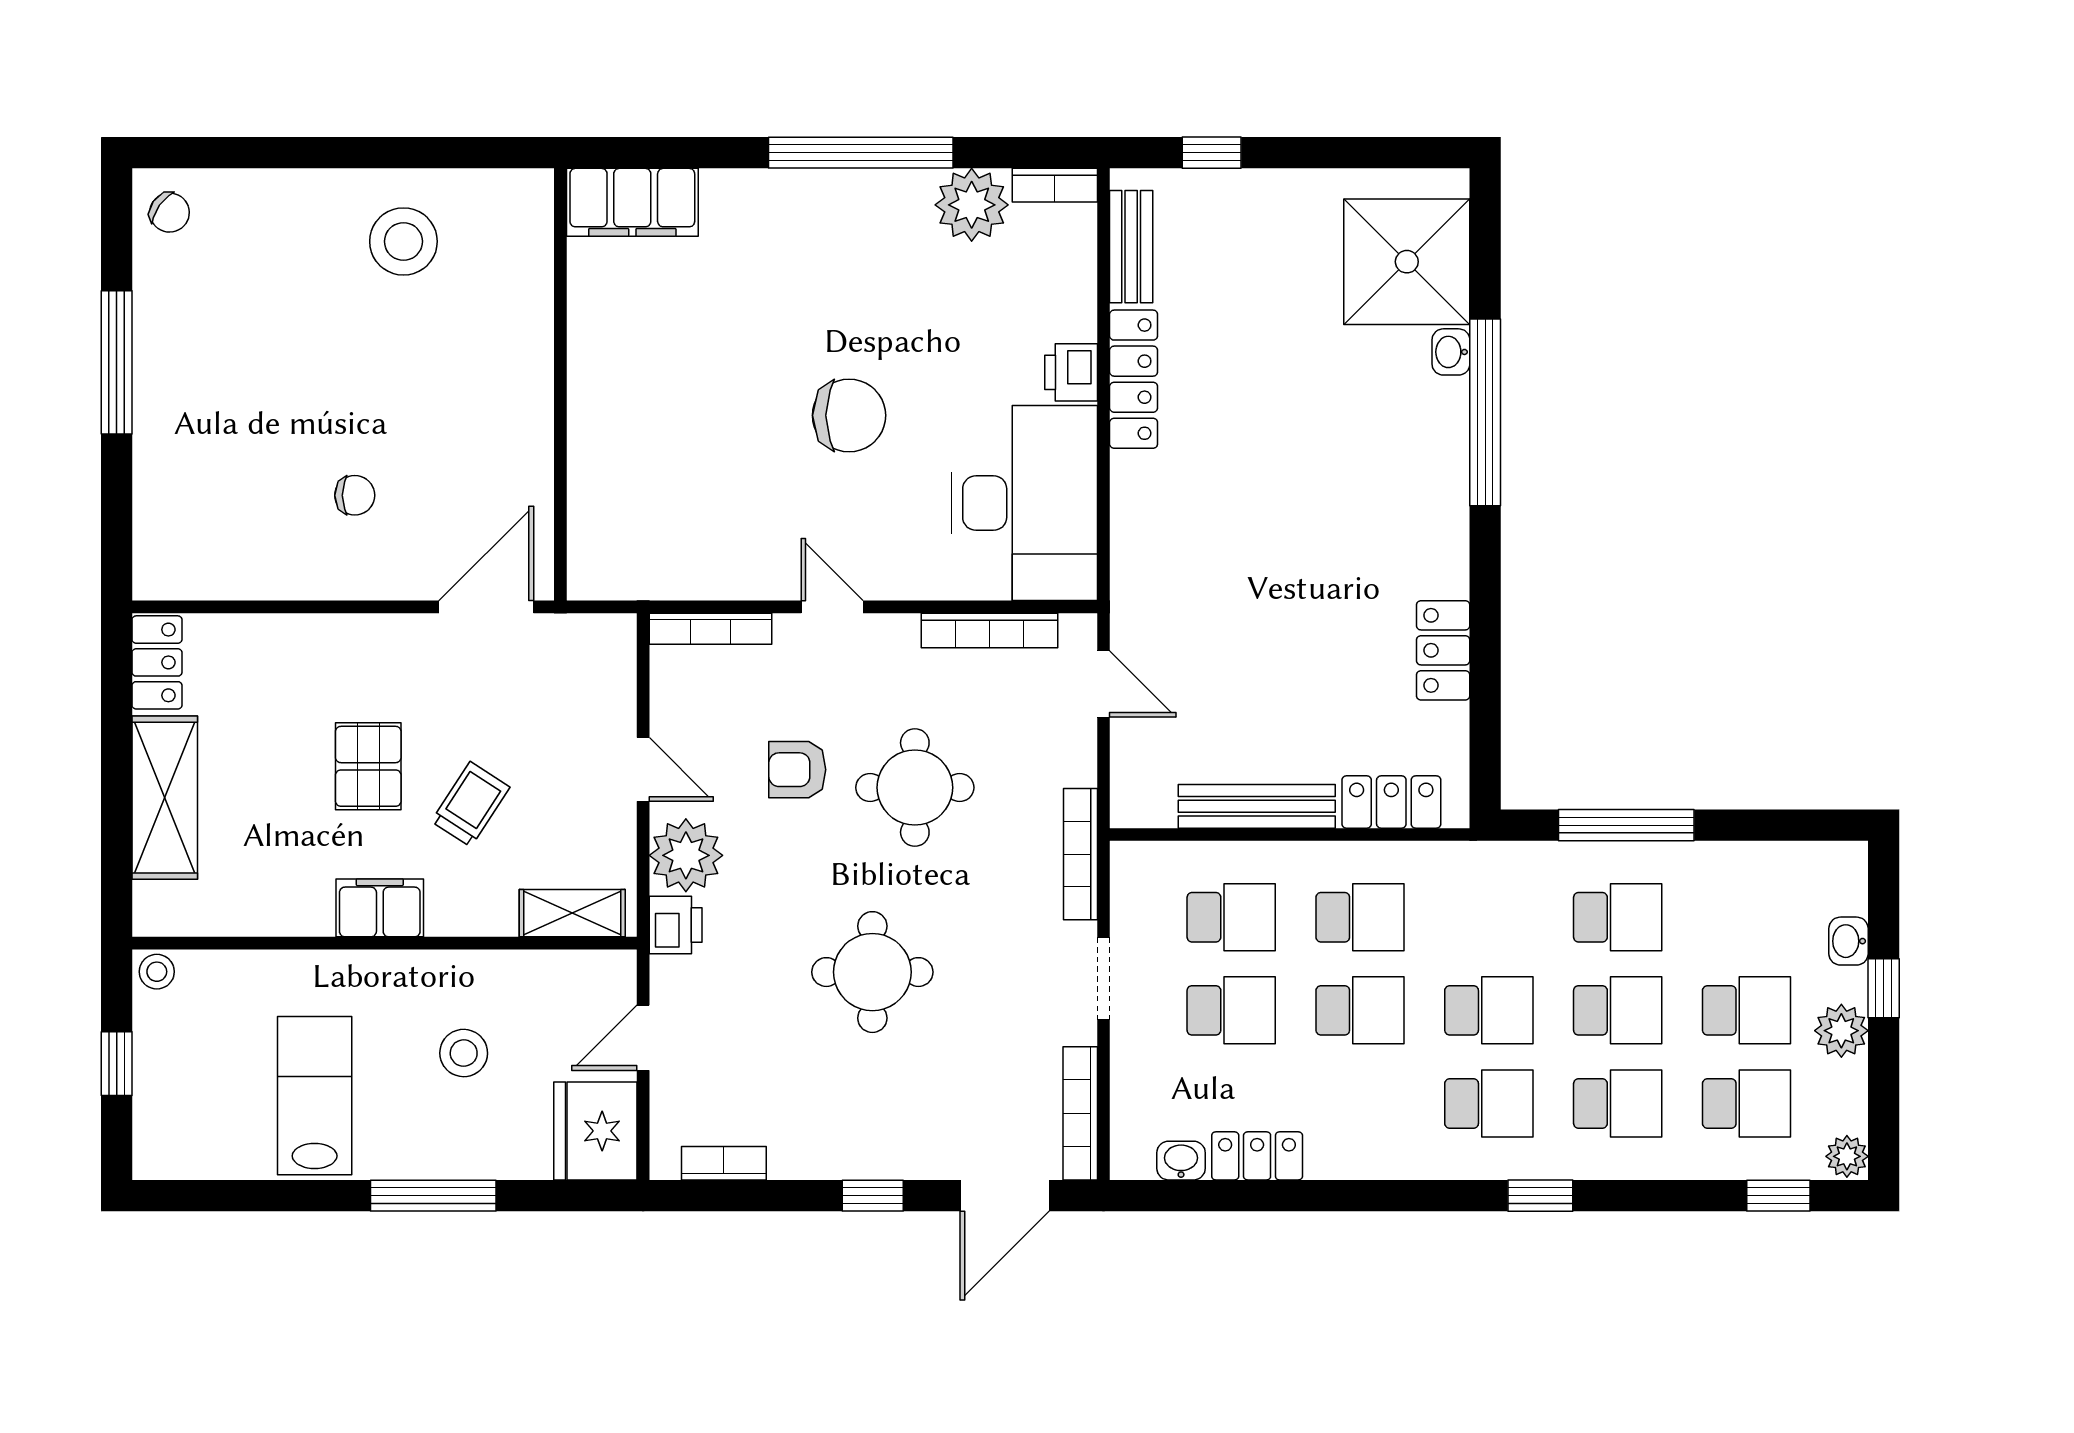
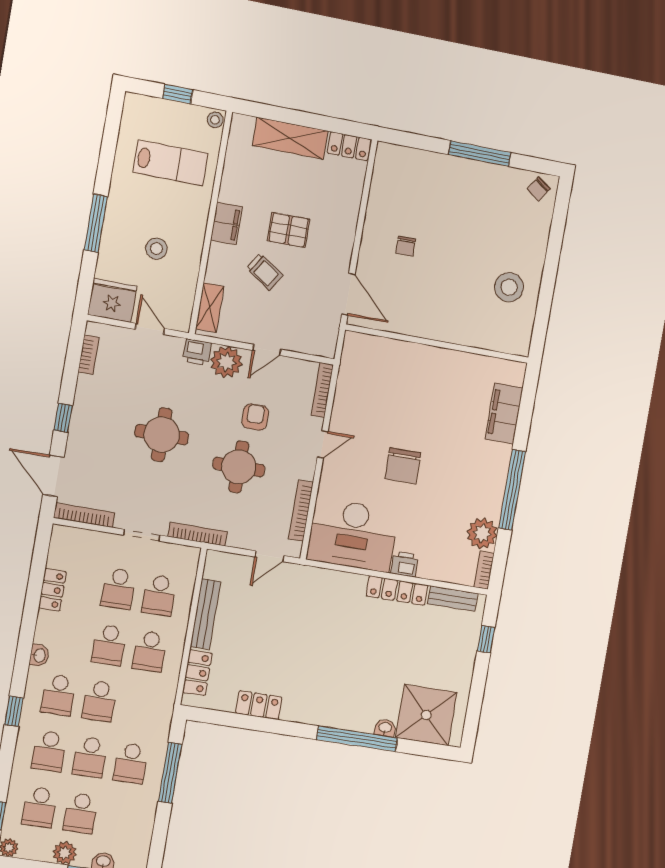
filing cabinet: (632, 202) -> (504, 413), moved
lab bench: (315, 1096) -> (170, 163), moved
washbasin: (1181, 1161) -> (39, 655), moved

